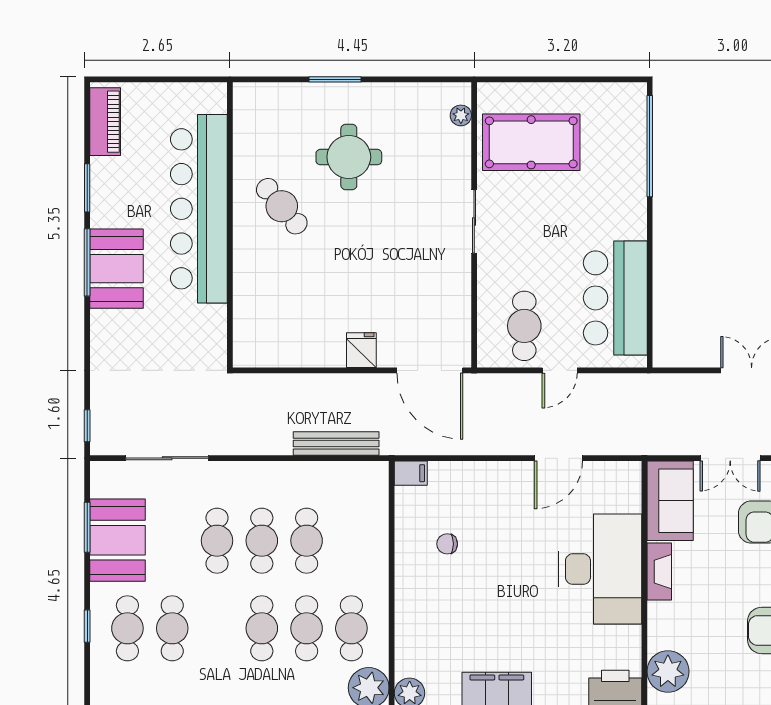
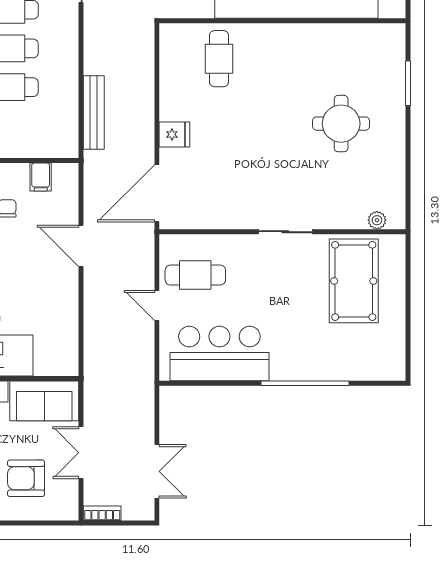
window: (335, 79) -> (408, 83), moved
window: (650, 146) -> (305, 383), moved
cafe table: (282, 206) -> (219, 59), moved, turned -50
door: (558, 458) -> (81, 246), moved
filing cabinet: (411, 473) -> (41, 177), moved

